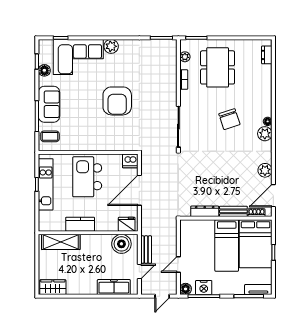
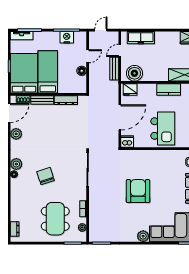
floor lamp: (186, 289) -> (82, 71), moved

